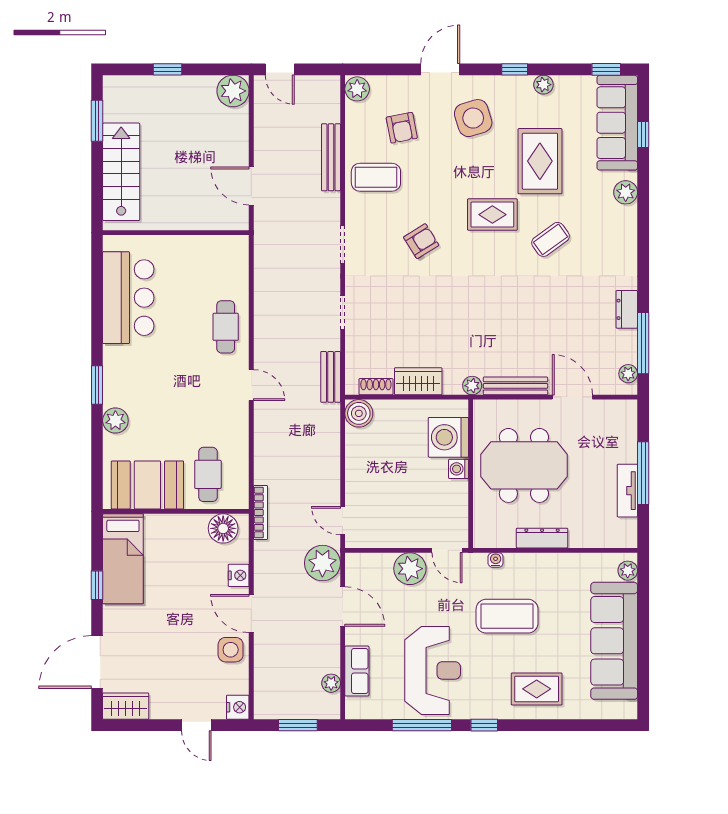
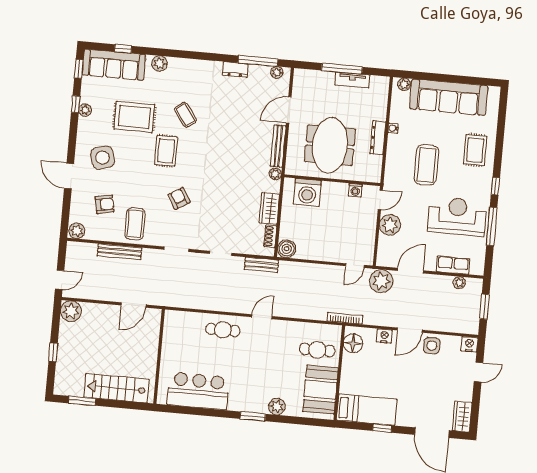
window: (515, 69) -> (76, 104), moved
washing machine: (459, 469) -> (355, 190), moved
water cooler: (496, 560) -> (393, 128), moved

